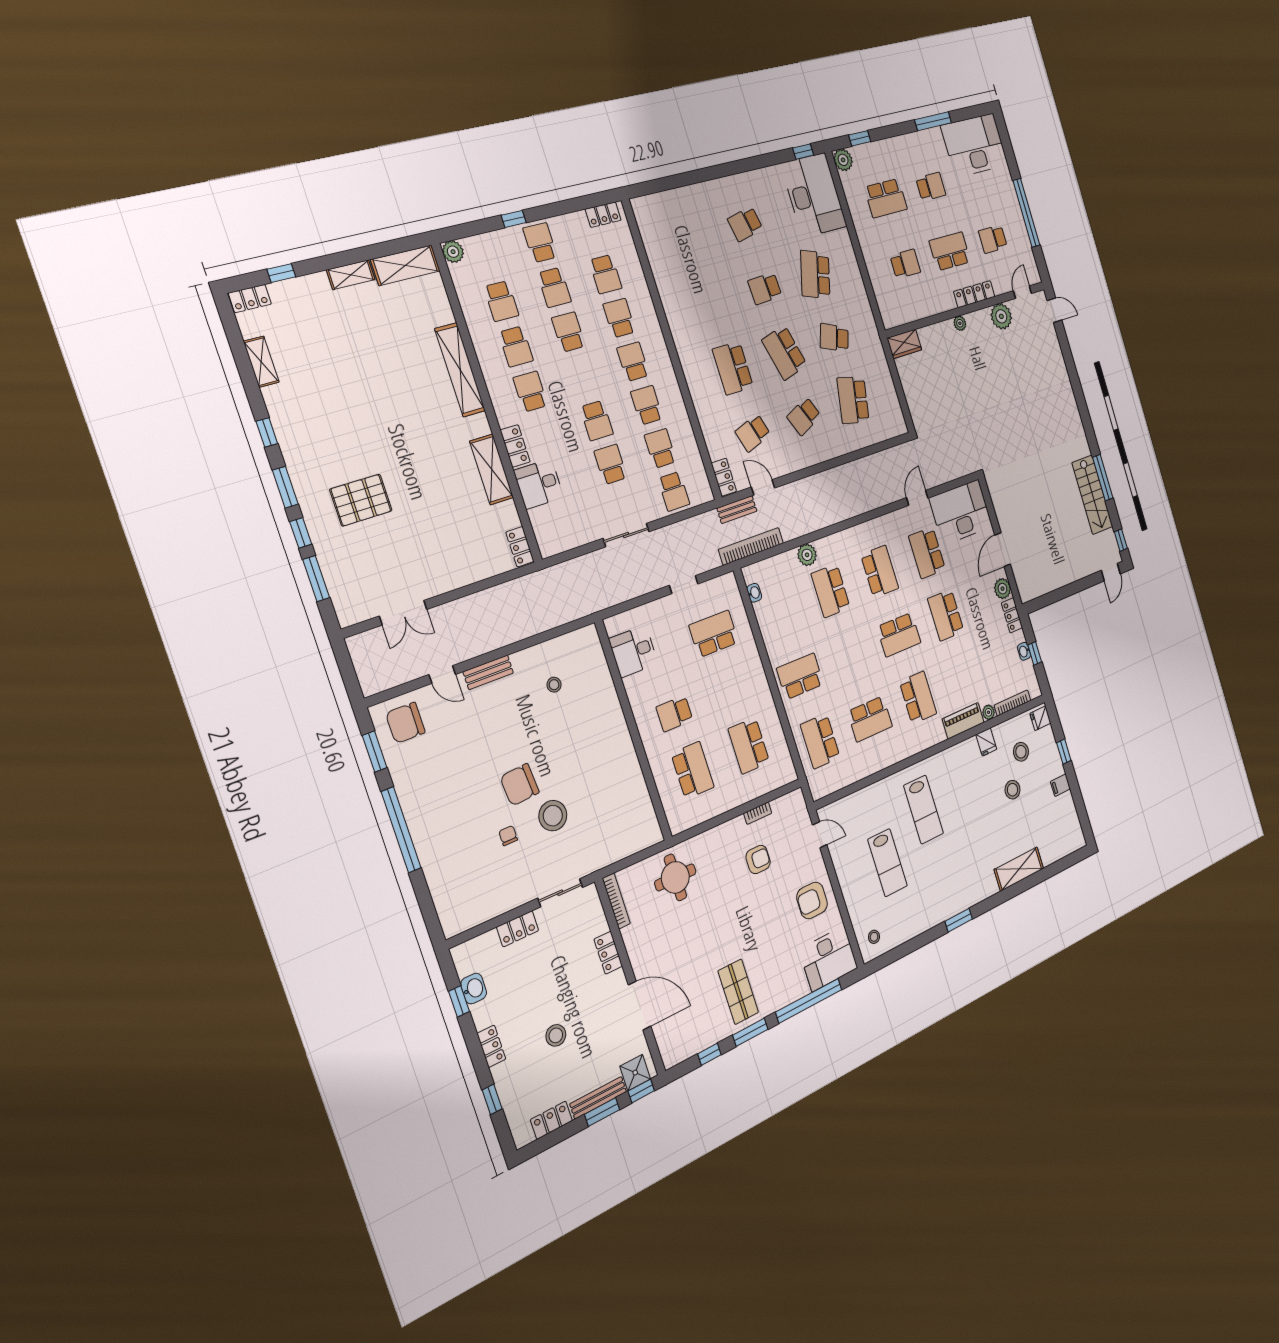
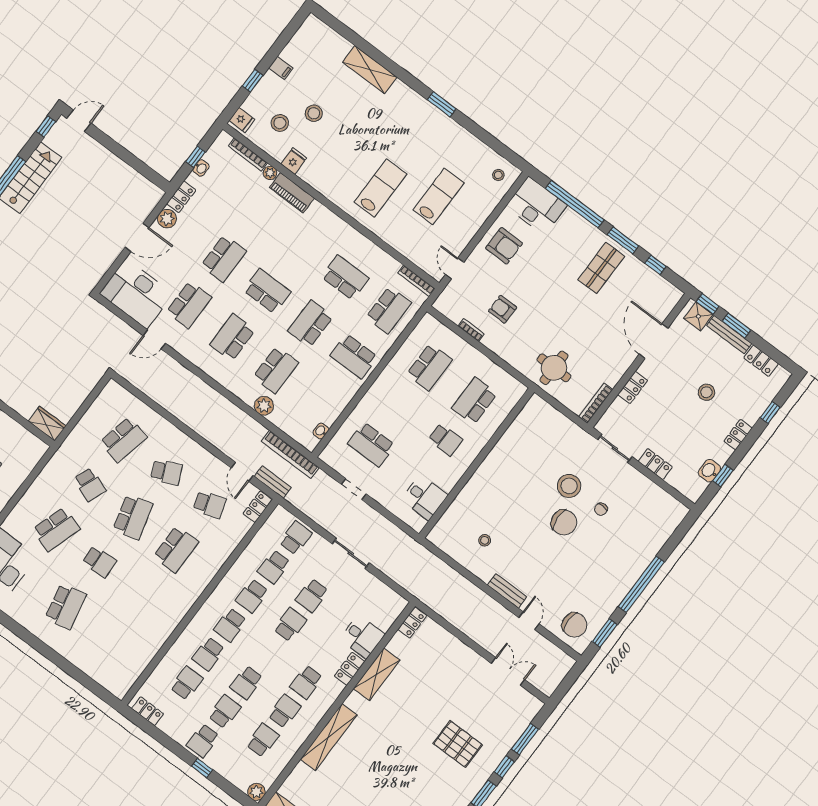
school desk: (745, 224) -> (66, 606), width x1.85
school desk: (918, 698) -> (311, 324), moved
bookcase: (830, 788) -> (417, 281), added

